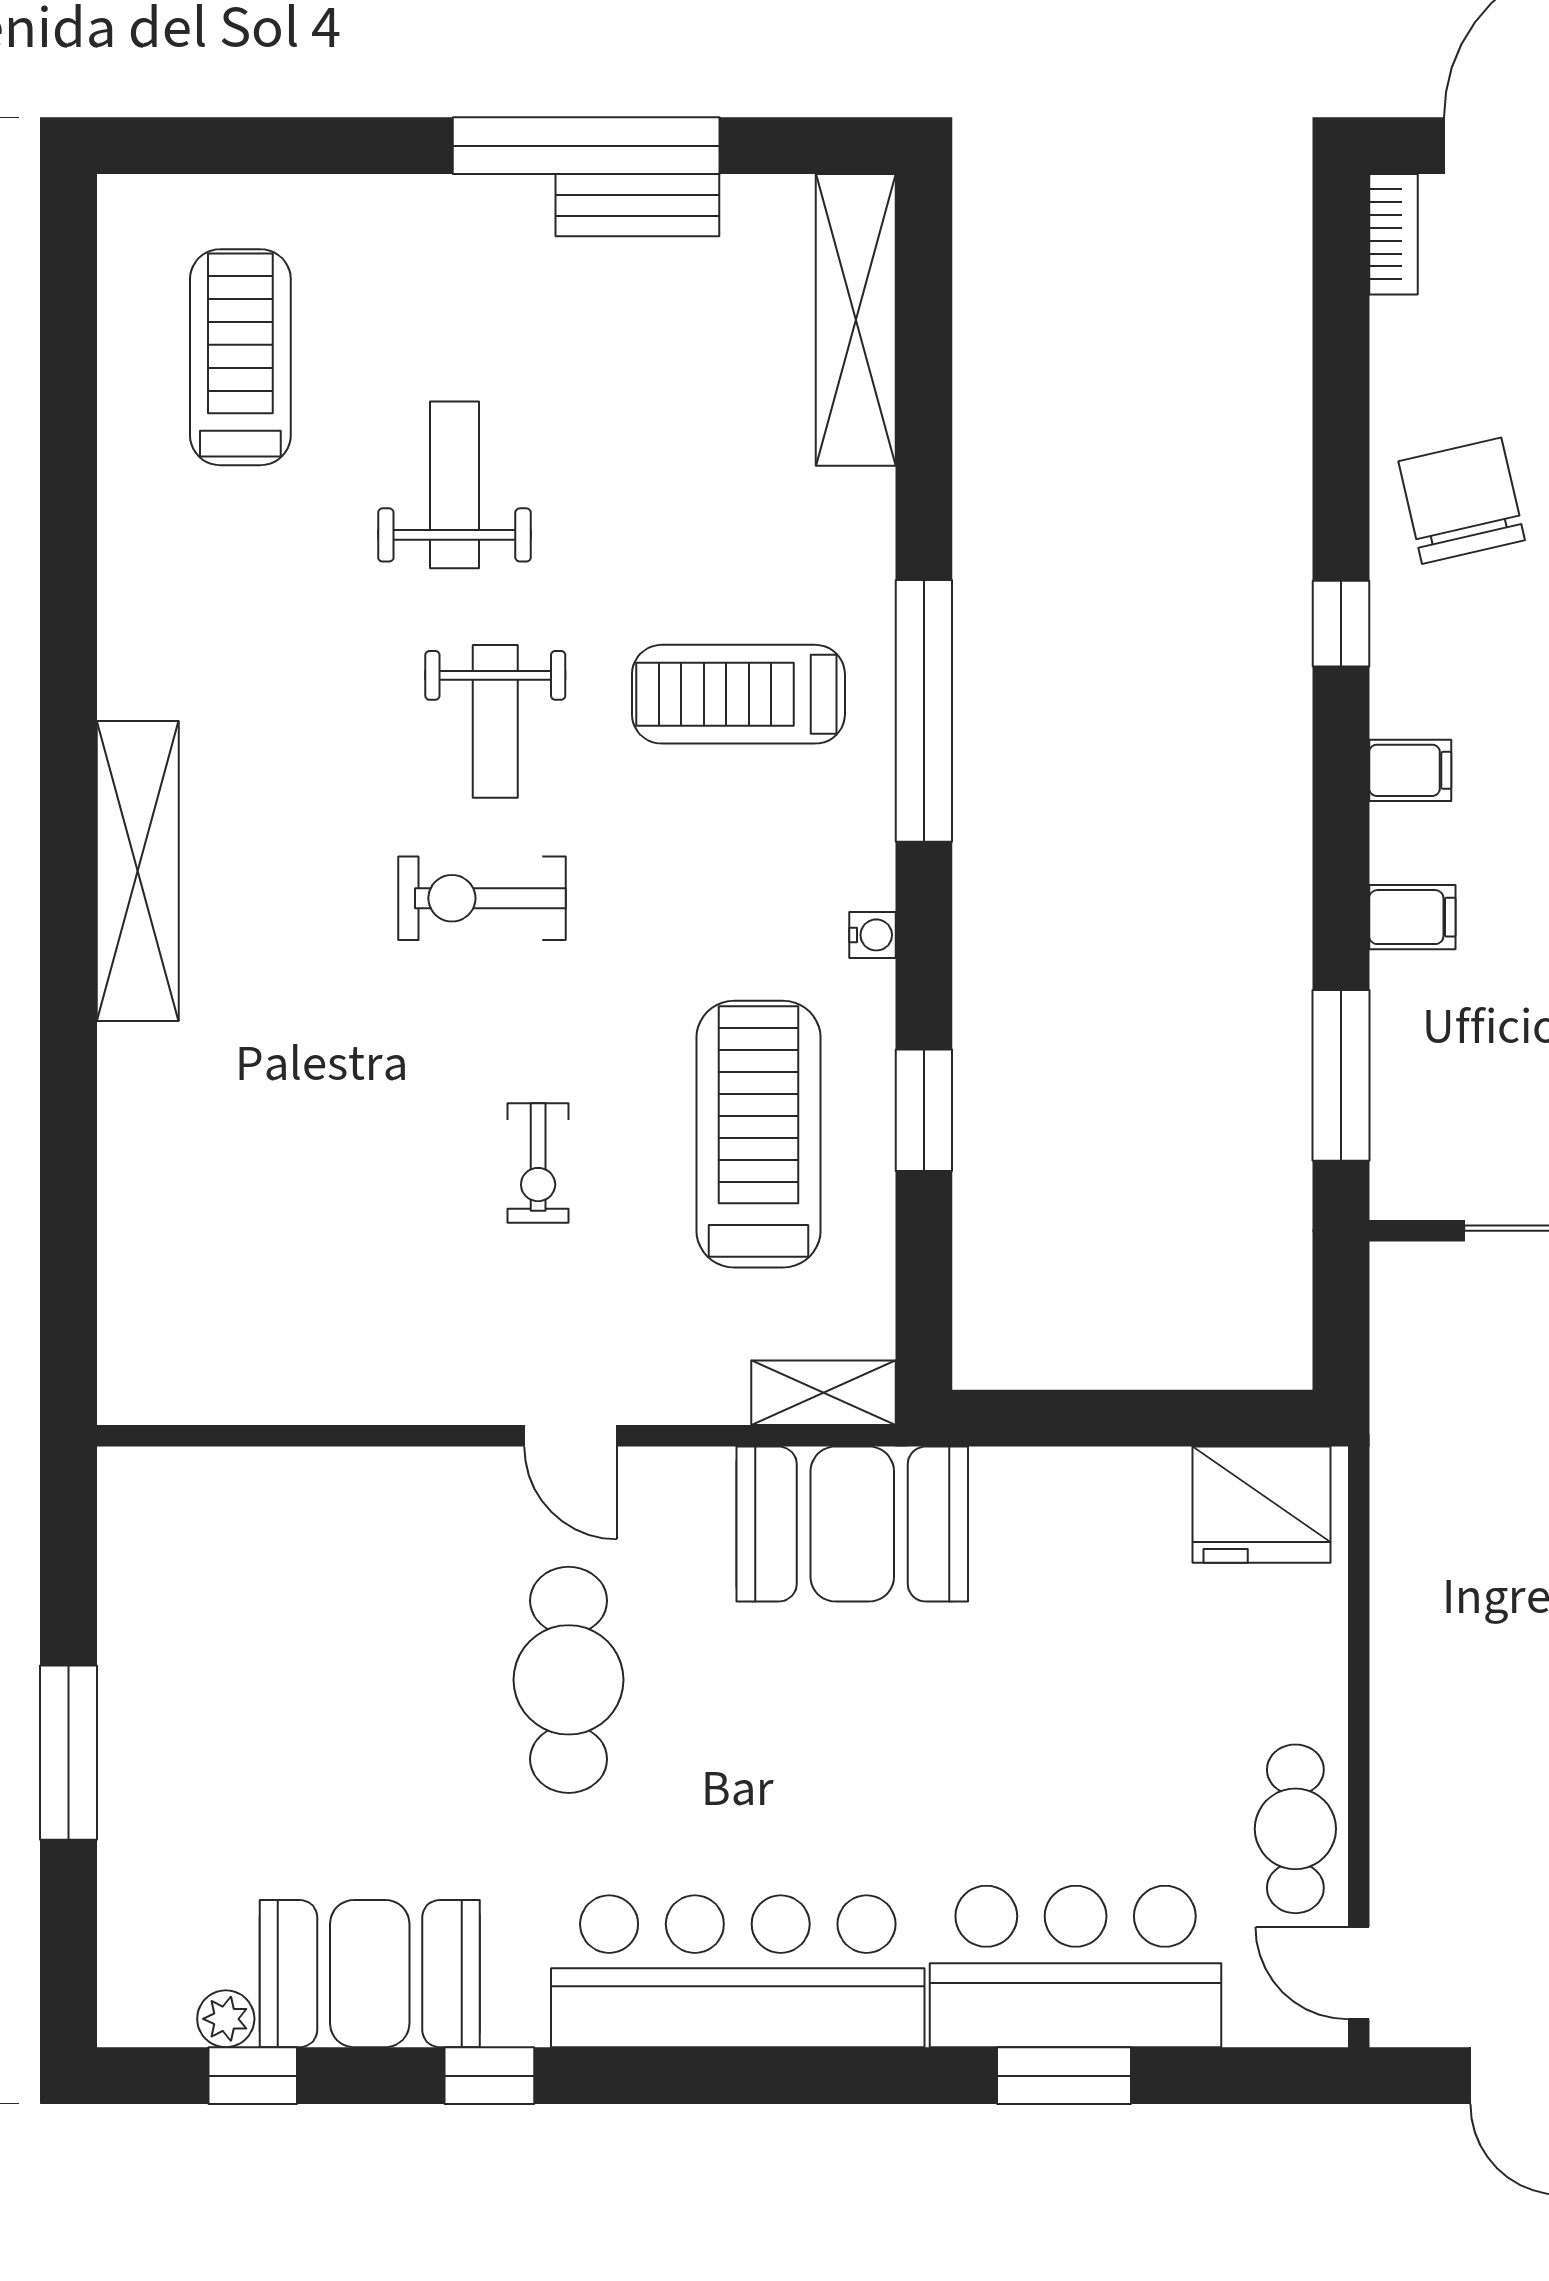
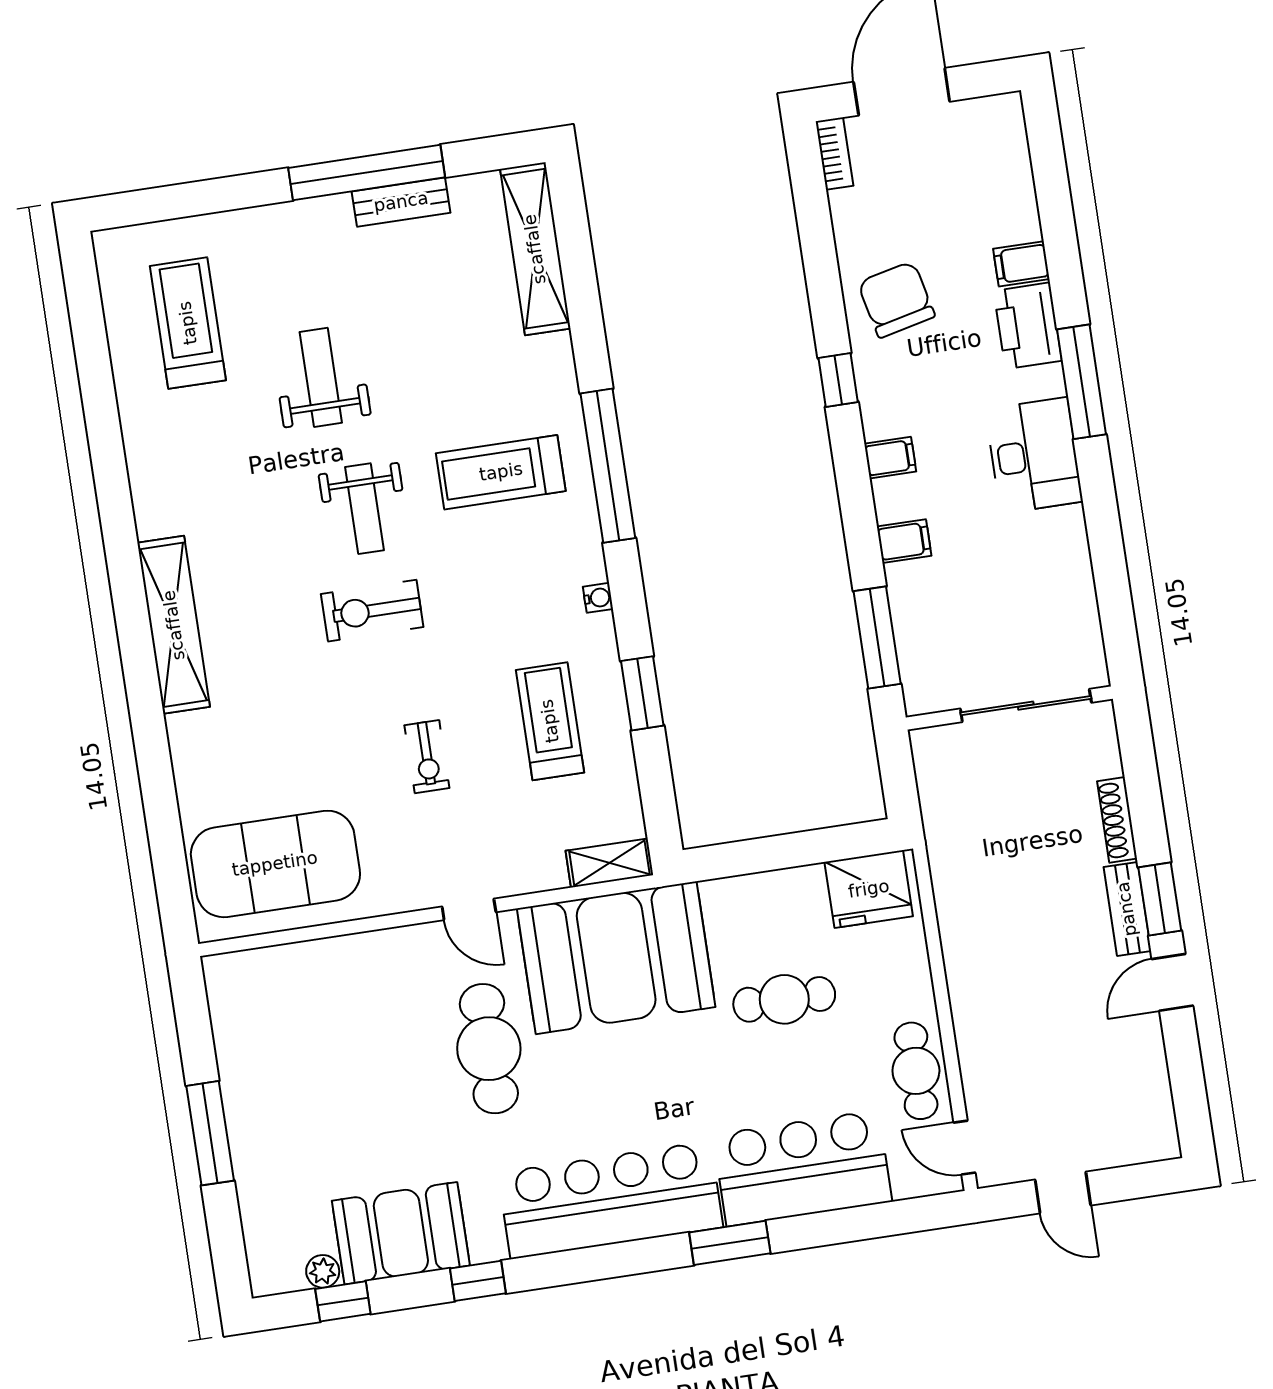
treadmill: (758, 1134) -> (550, 721), width x0.73, depth x0.73
exercise mat: (250, 1308) -> (275, 864), added
booth: (852, 1524) -> (616, 958), width x1.36, depth x1.42
cafe table: (1088, 1672) -> (784, 999), added
window: (1064, 2076) -> (730, 1243), moved

